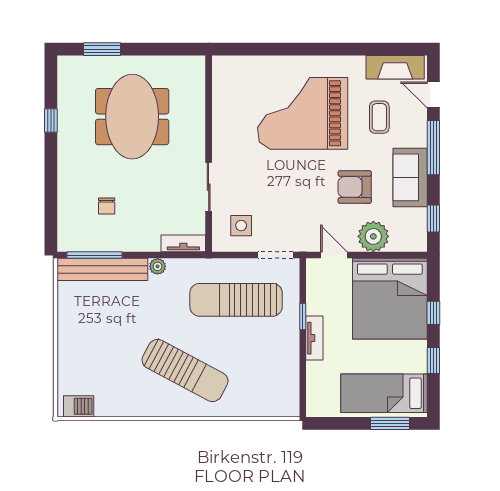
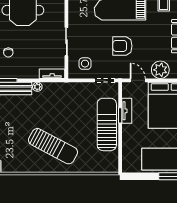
armchair: (355, 187) -> (122, 46), moved
sun lounger: (236, 300) -> (107, 124), moved, turned 90
tv unit: (314, 338) -> (127, 111), moved

